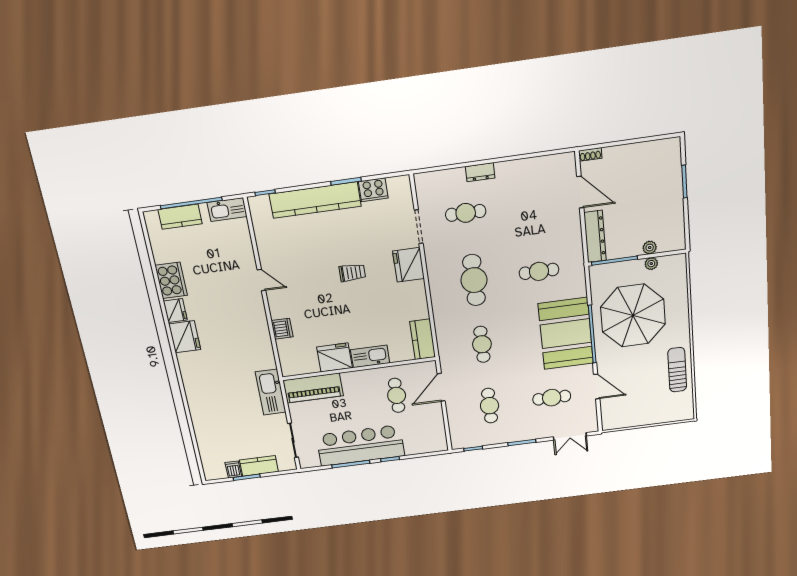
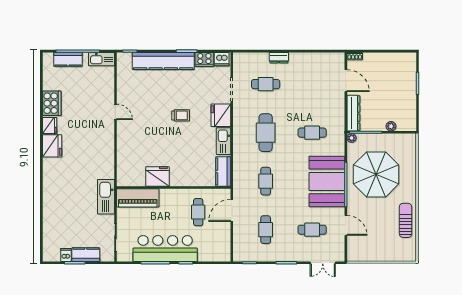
plant: (651, 264) -> (352, 138), moved
dishwasher: (282, 329) -> (222, 59), moved, turned 90
kitchen sink: (370, 356) -> (224, 141), moved, turned -90

